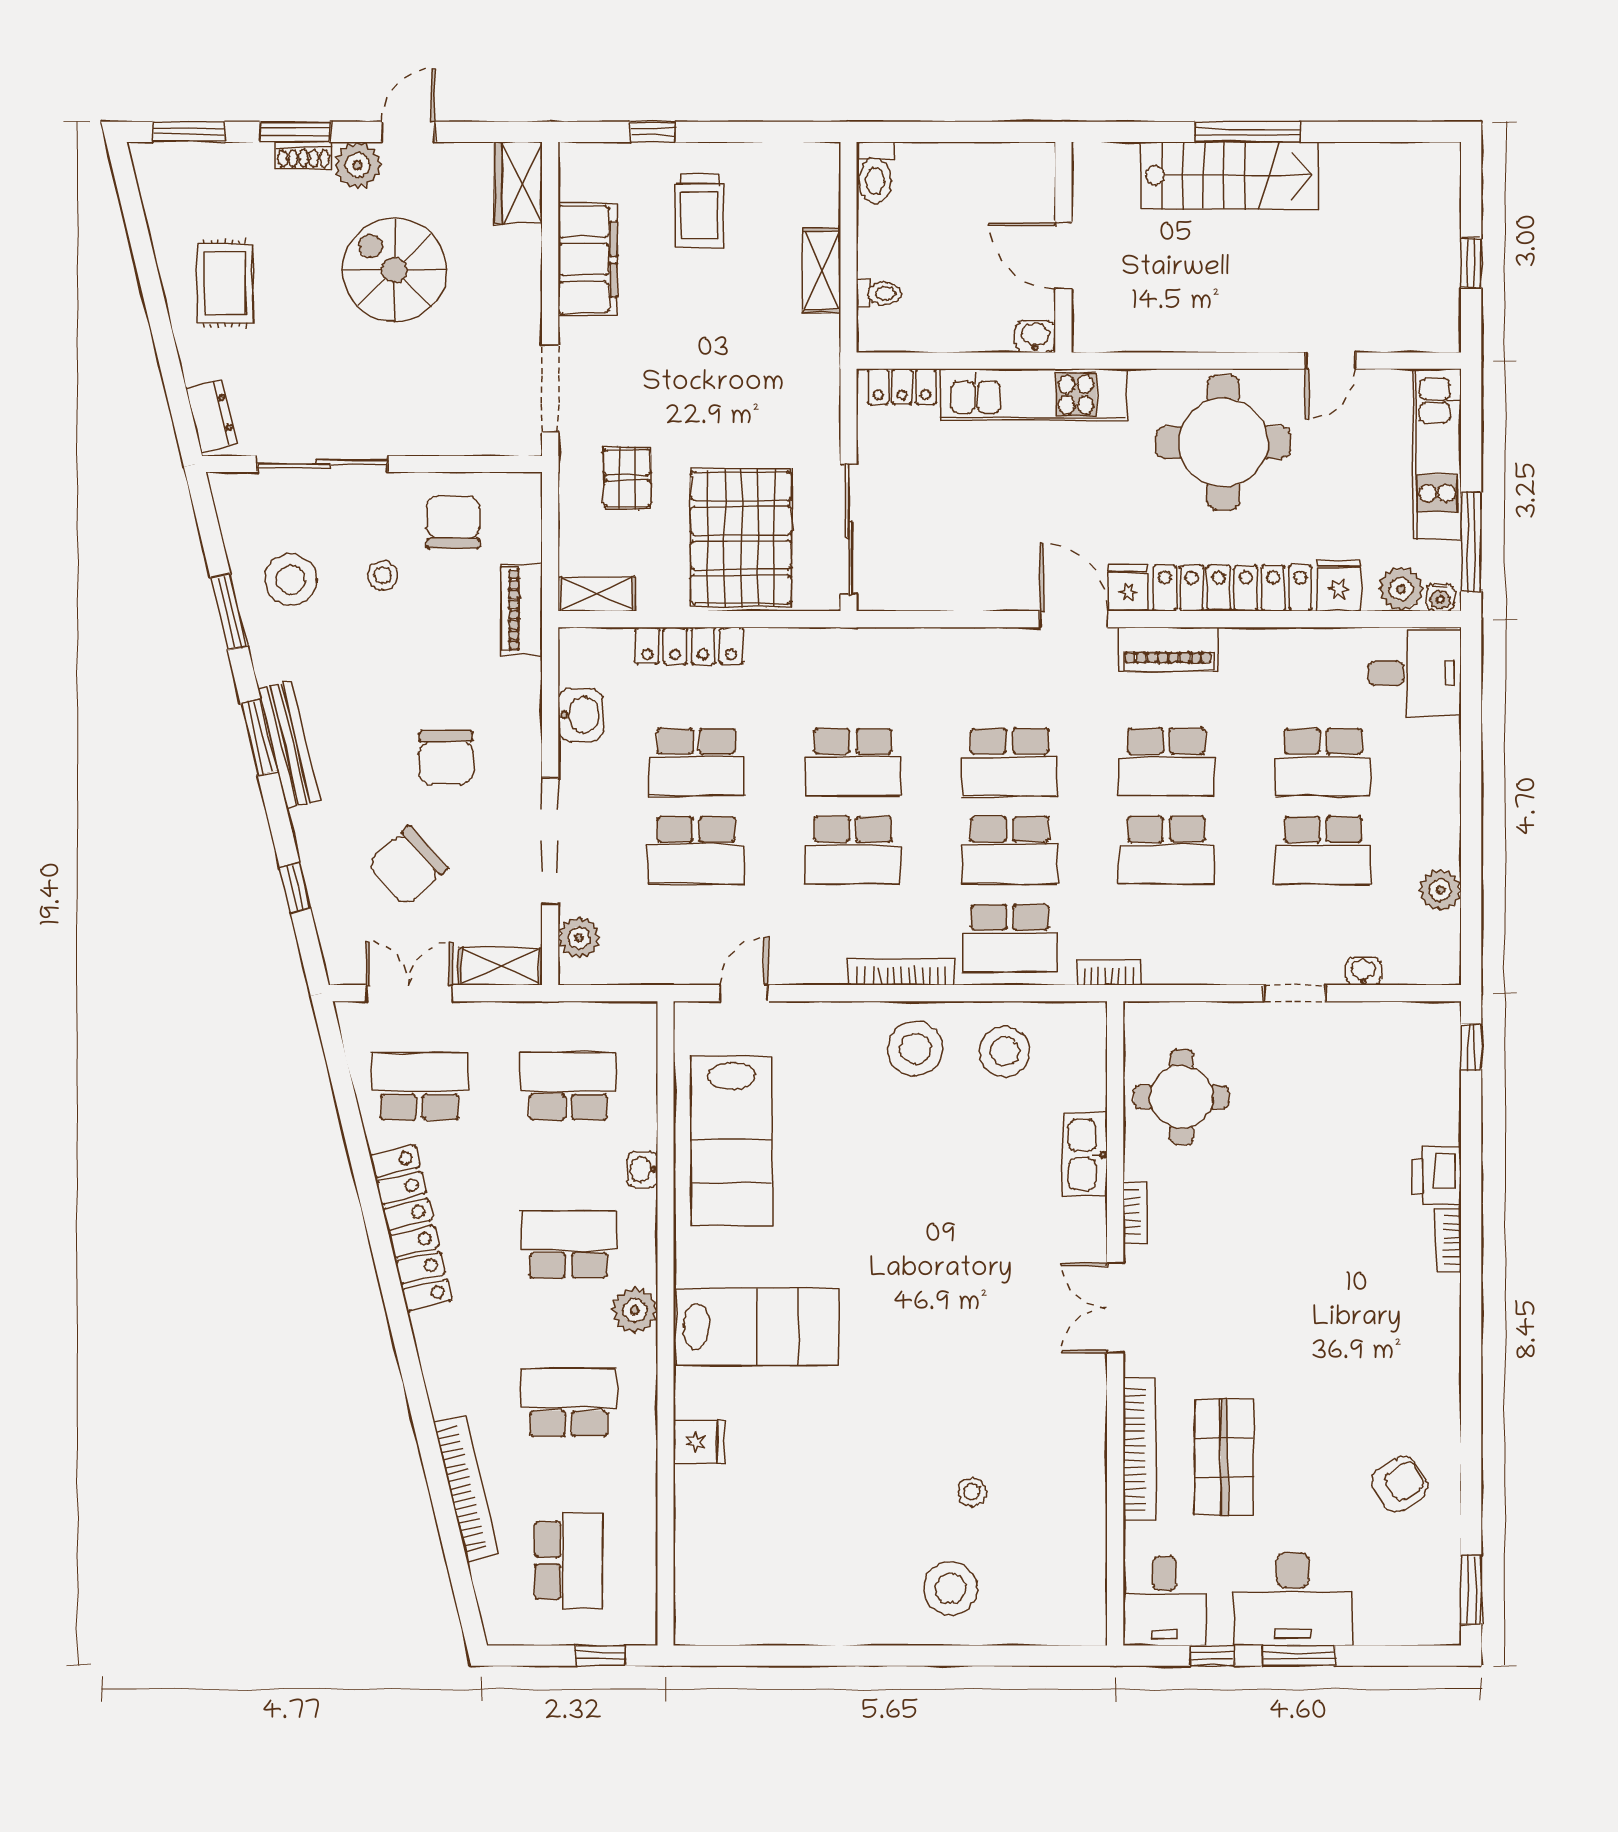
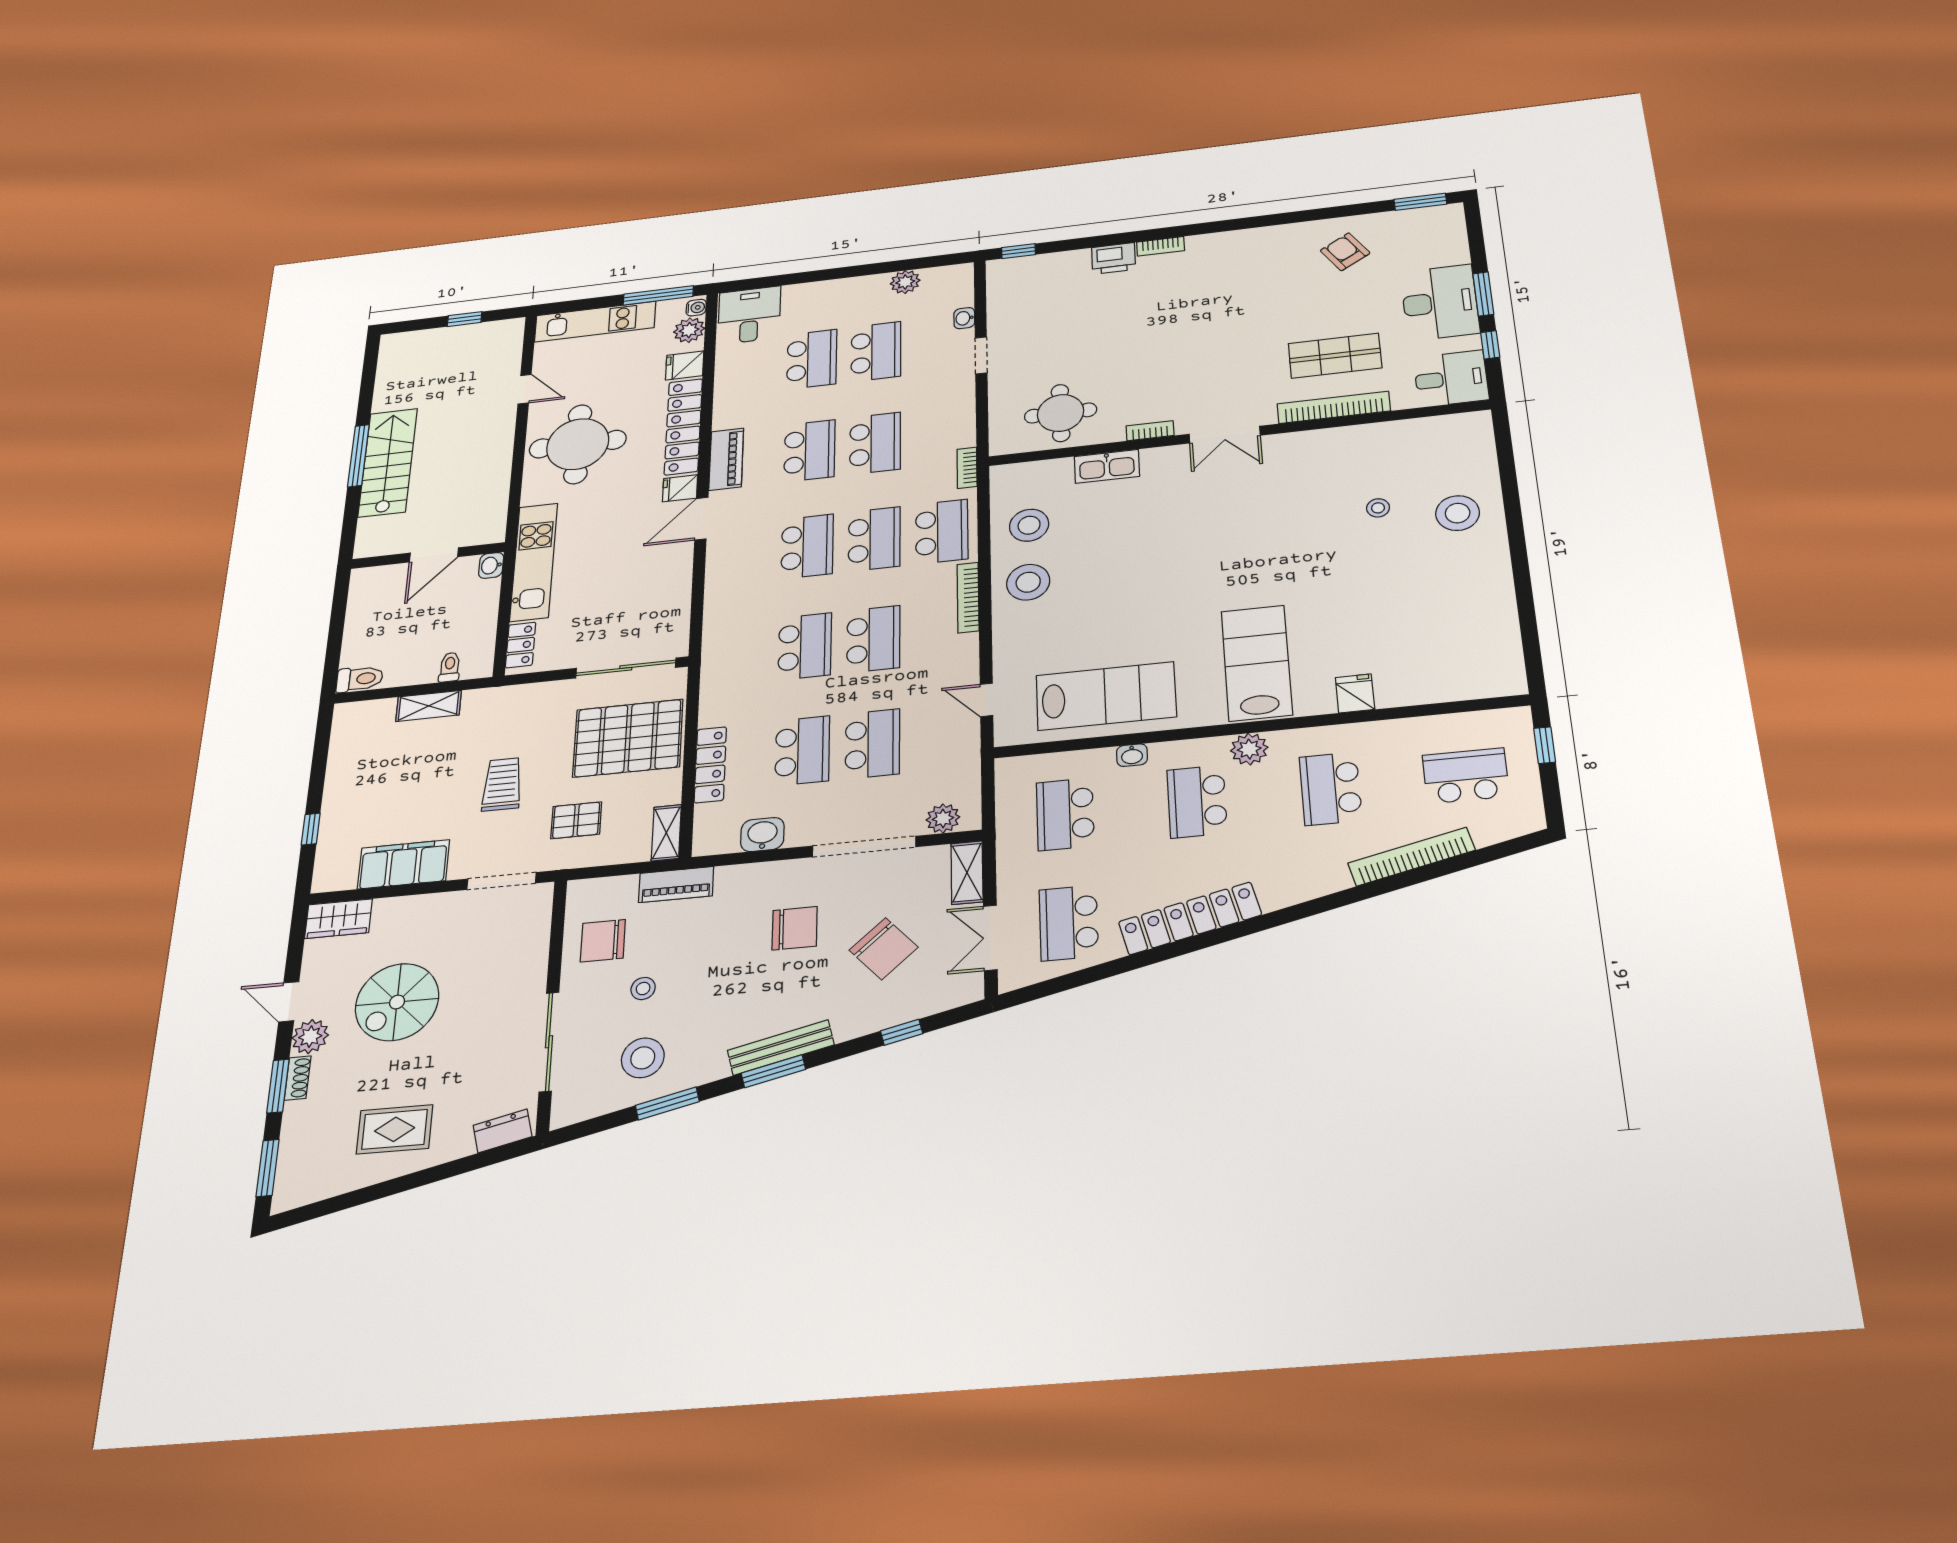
trolley: (699, 210) -> (502, 784), moved, turned -90

